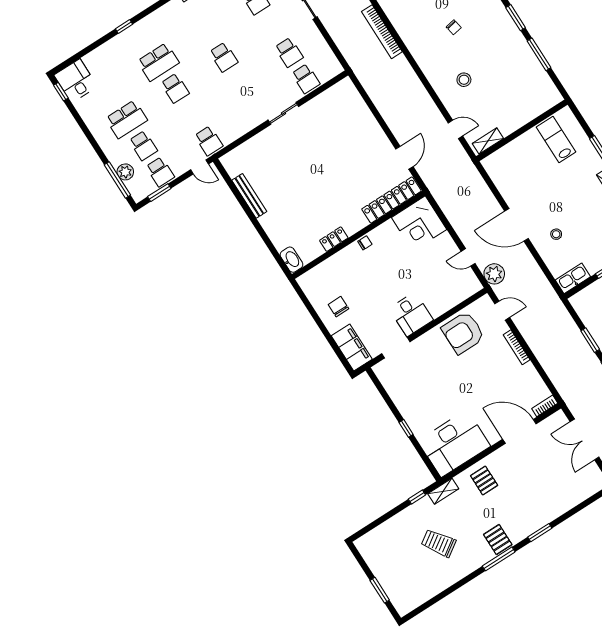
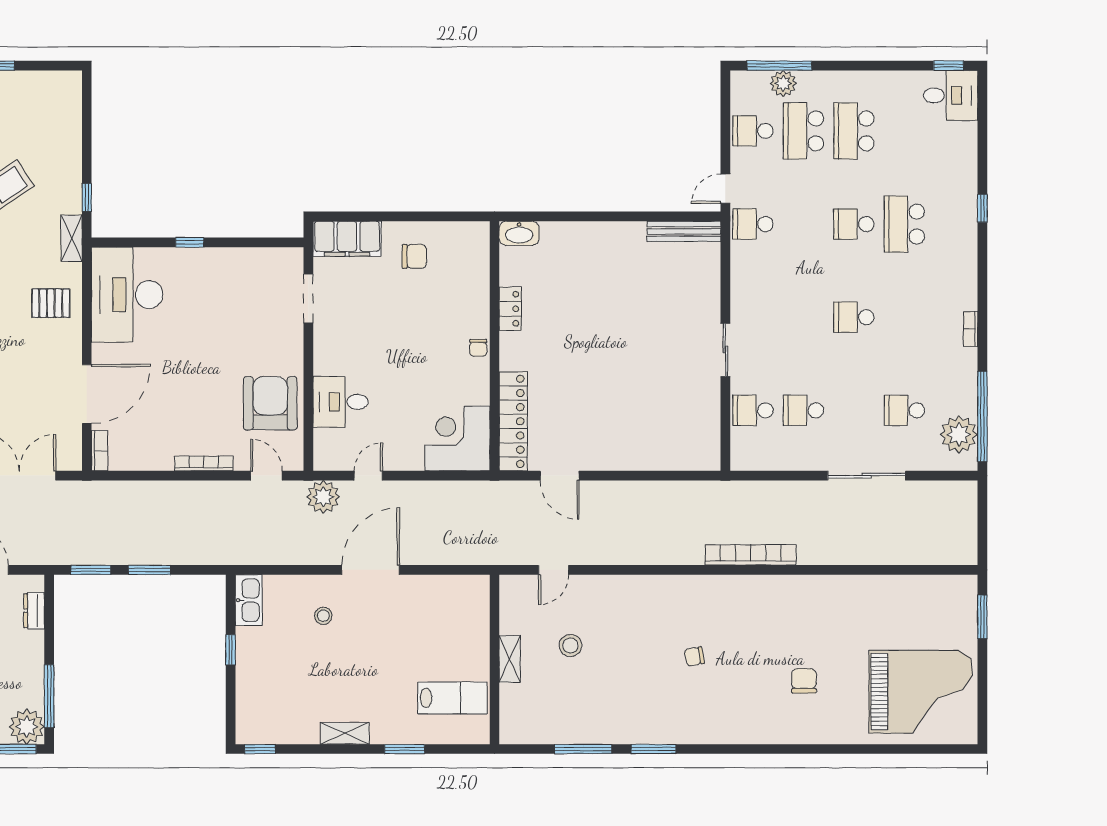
stool: (464, 80) -> (570, 645), moved
shelving: (488, 141) -> (510, 659), moved
school desk: (143, 146) -> (803, 131), width x1.85
window: (159, 193) -> (725, 112), removed
bench: (249, 196) -> (684, 231), moved
door: (502, 311) -> (266, 476), swing flipped
desk: (411, 314) -> (341, 402), moved

